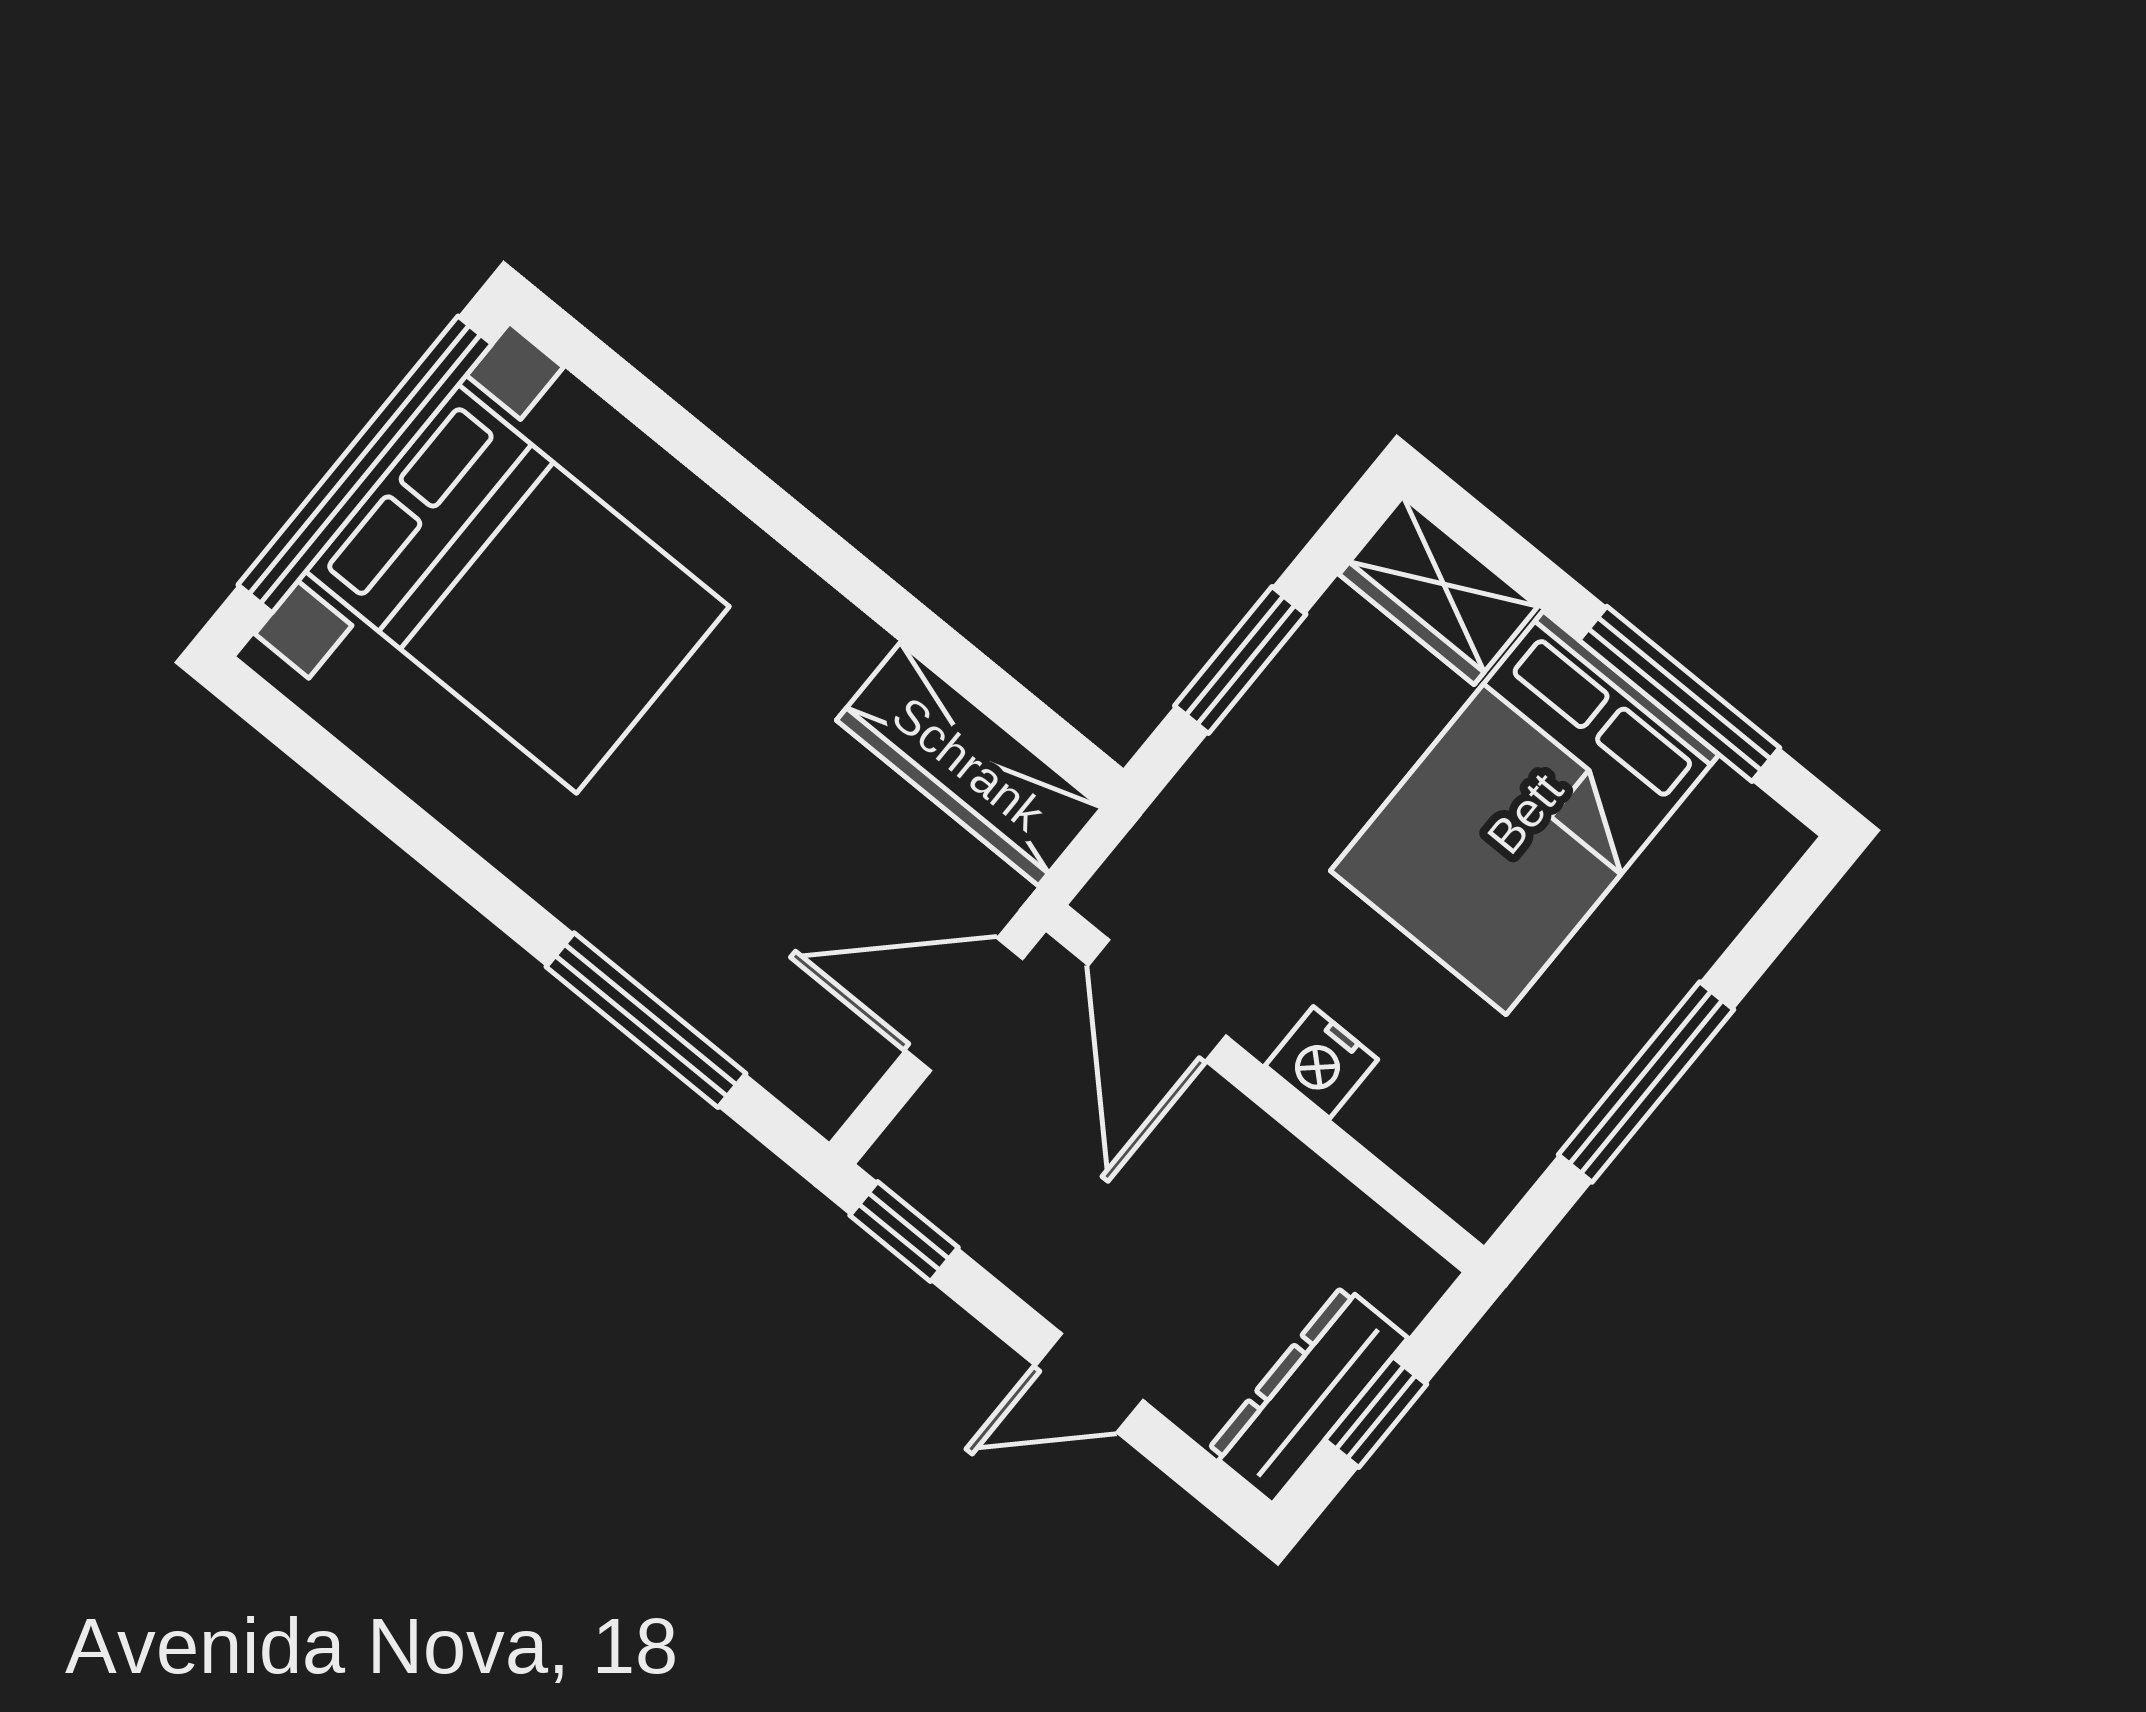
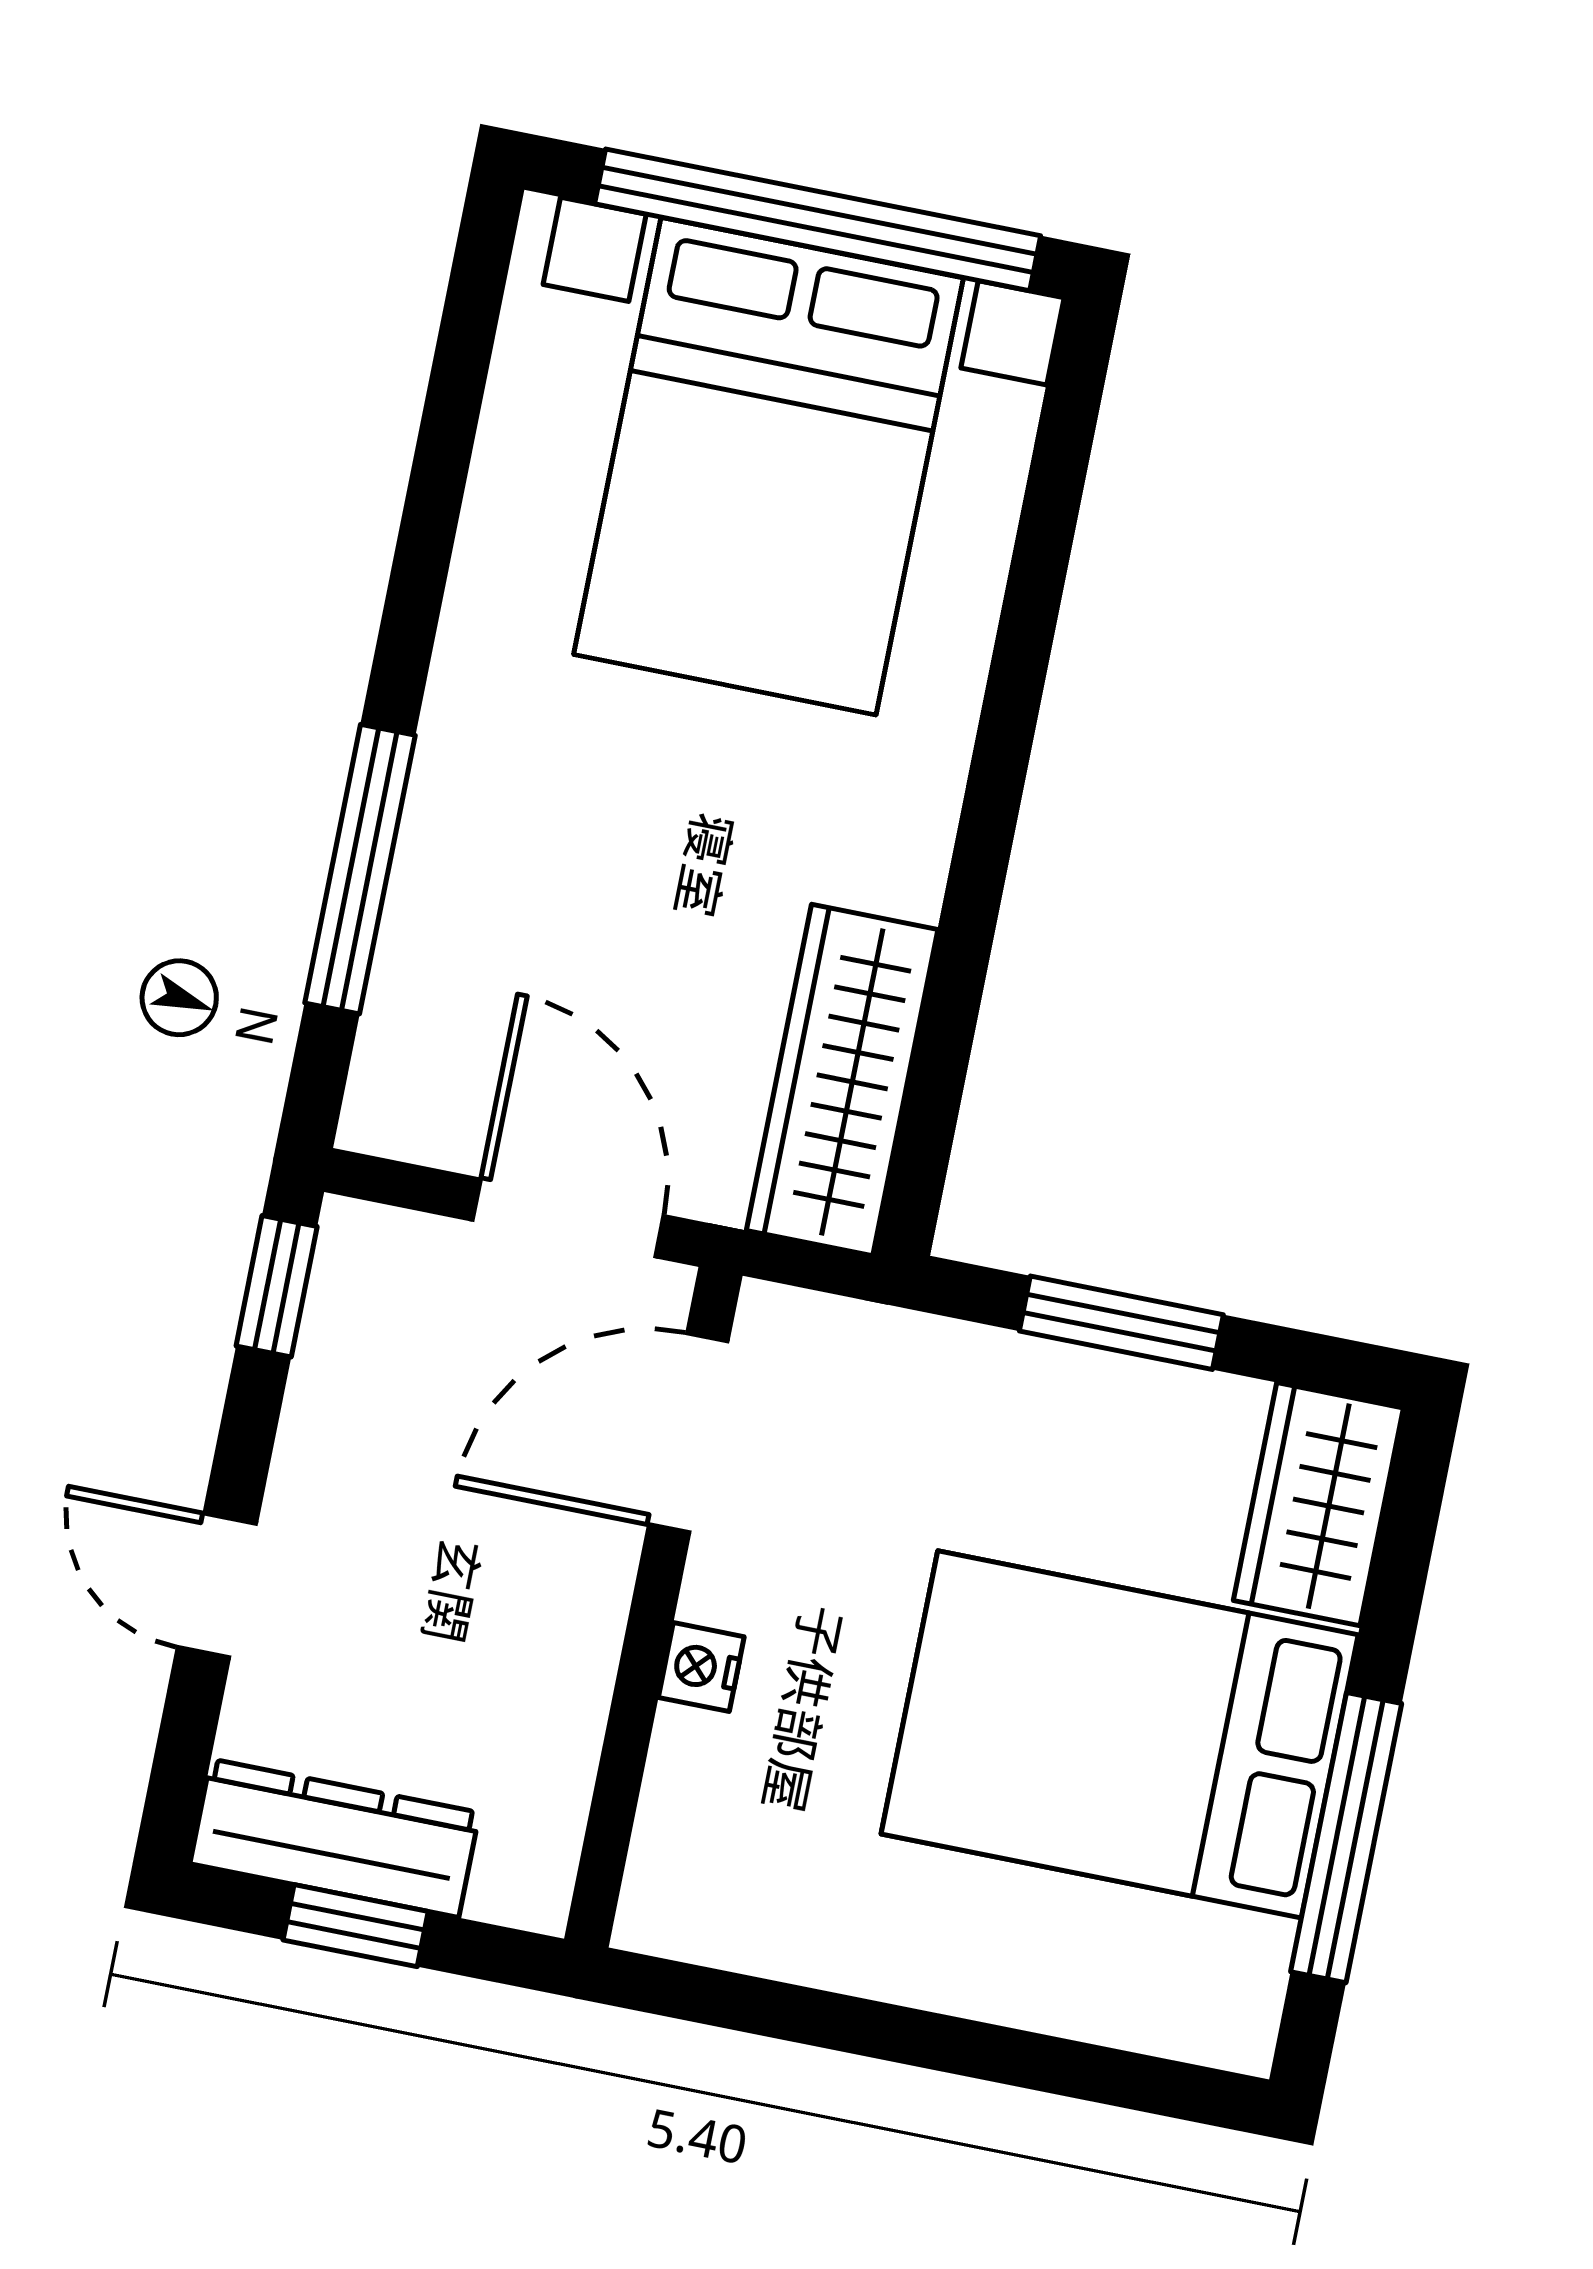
nightstand: (1321, 1063) -> (701, 1667), width x0.72, depth x0.74
window: (1646, 1082) -> (889, 2032), removed

